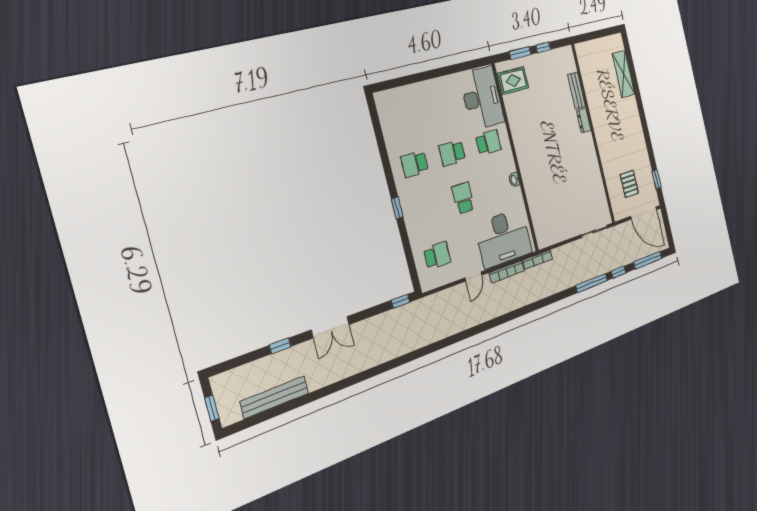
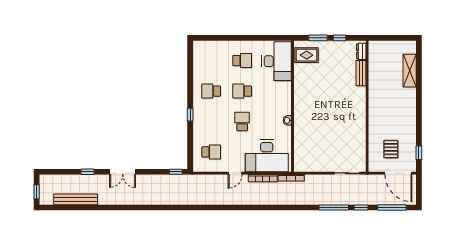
dresser: (584, 121) -> (361, 51), moved
school desk: (488, 143) -> (242, 61), moved

